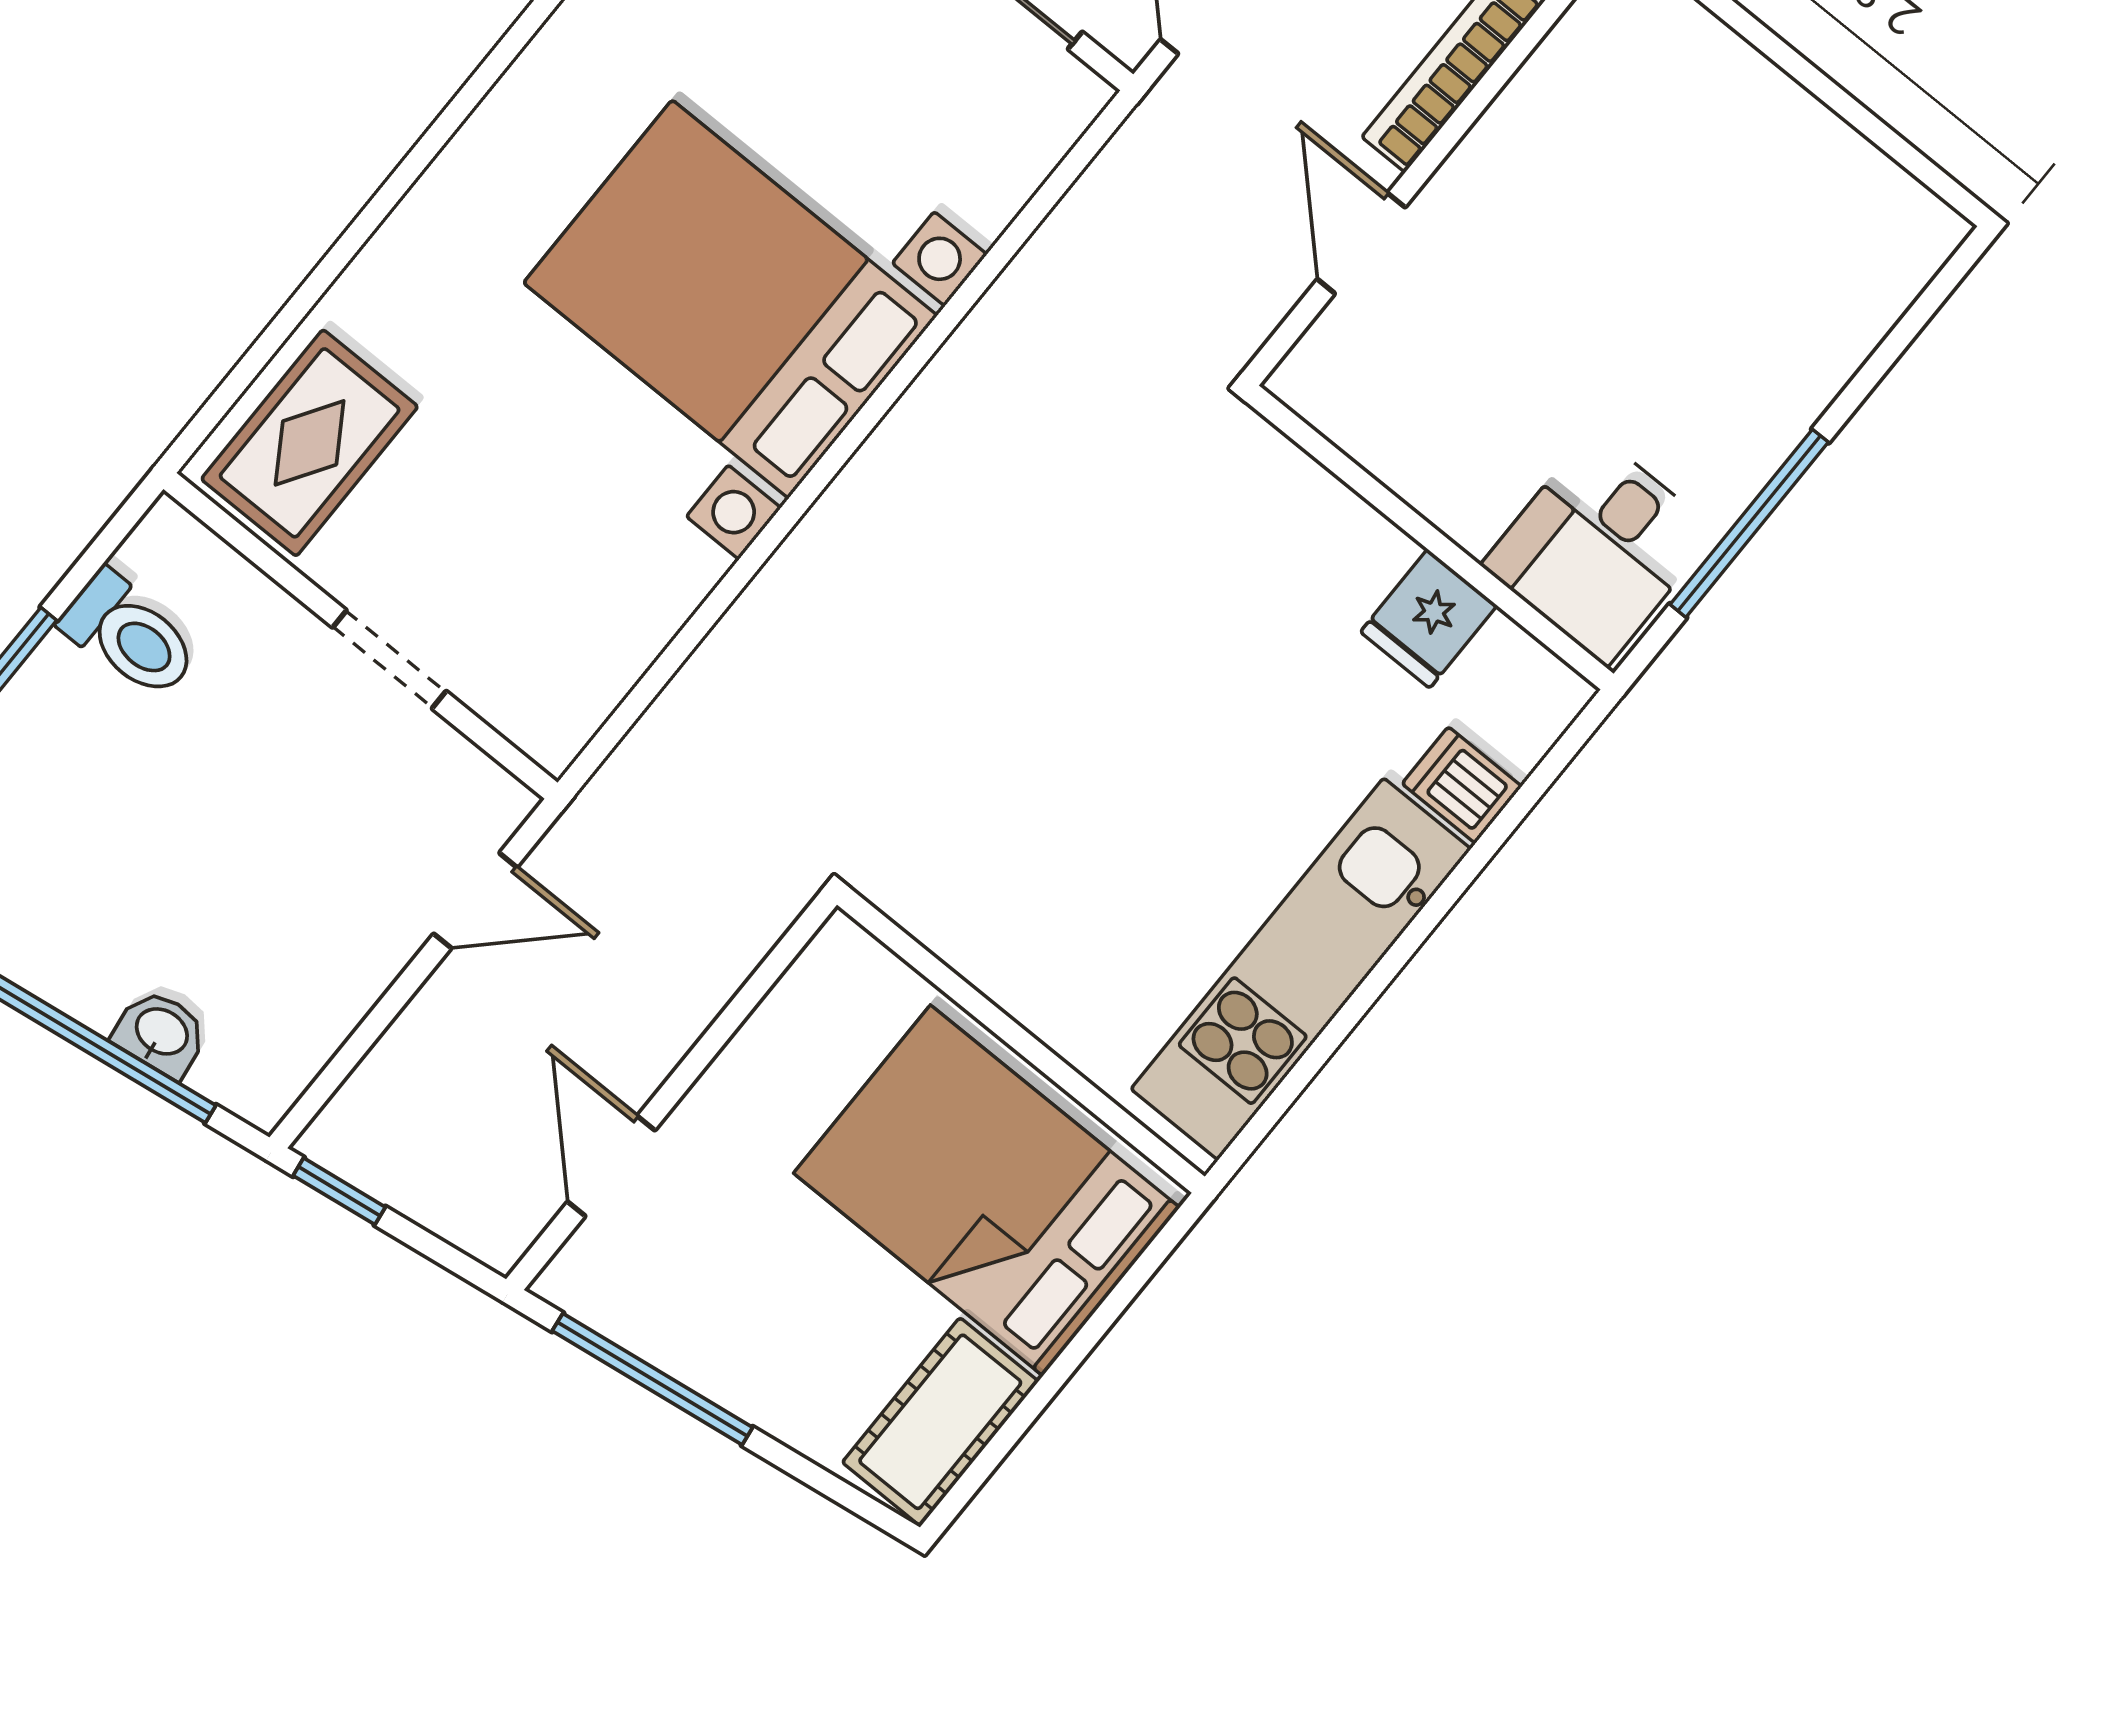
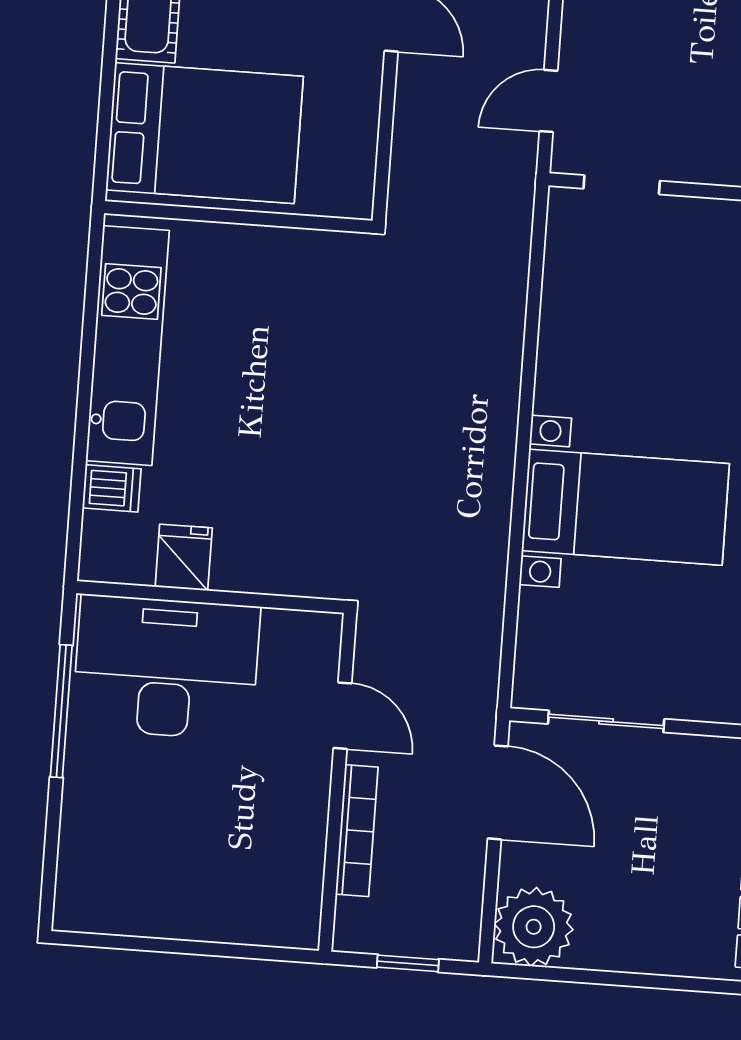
bed with nightstands: (730, 299) -> (625, 507), width x0.73
desk: (1599, 548) -> (166, 667), width x1.87, depth x1.30
doorway: (389, 659) -> (622, 185), moved

